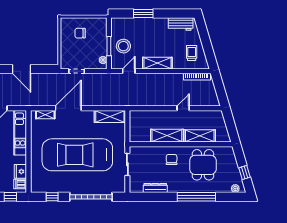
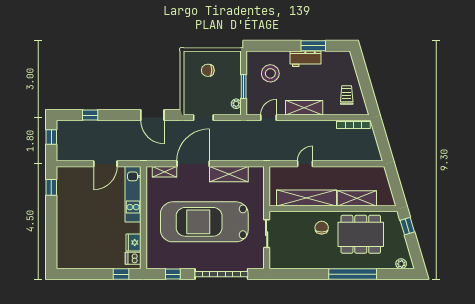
window: (143, 13) -> (313, 46), moved
workbench: (181, 24) -> (306, 59), moved
stool: (123, 46) -> (270, 73), moved
door: (22, 69) -> (152, 115), moved
door: (183, 108) -> (305, 164), moved
shelving: (110, 116) -> (229, 174), moved
shelving: (167, 136) -> (307, 198), width x1.47
dining table: (203, 165) -> (361, 234), width x1.38
window: (244, 172) -> (407, 226), moved
dresser: (155, 188) -> (301, 263), removed

